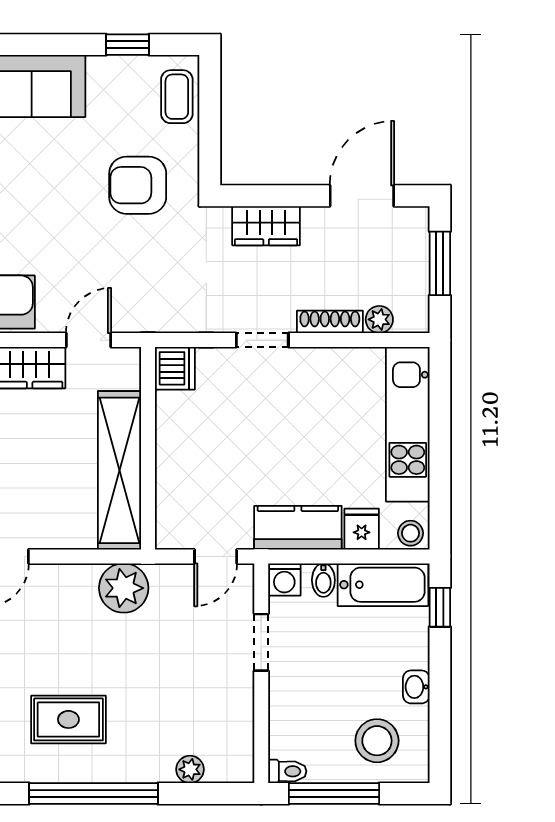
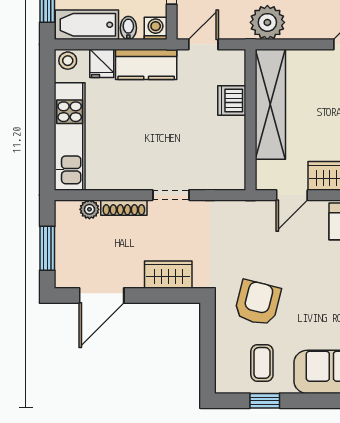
coffee table: (177, 97) -> (262, 363), moved
armchair: (138, 185) -> (258, 303), turned -76
dishwasher: (175, 368) -> (232, 100), moved

